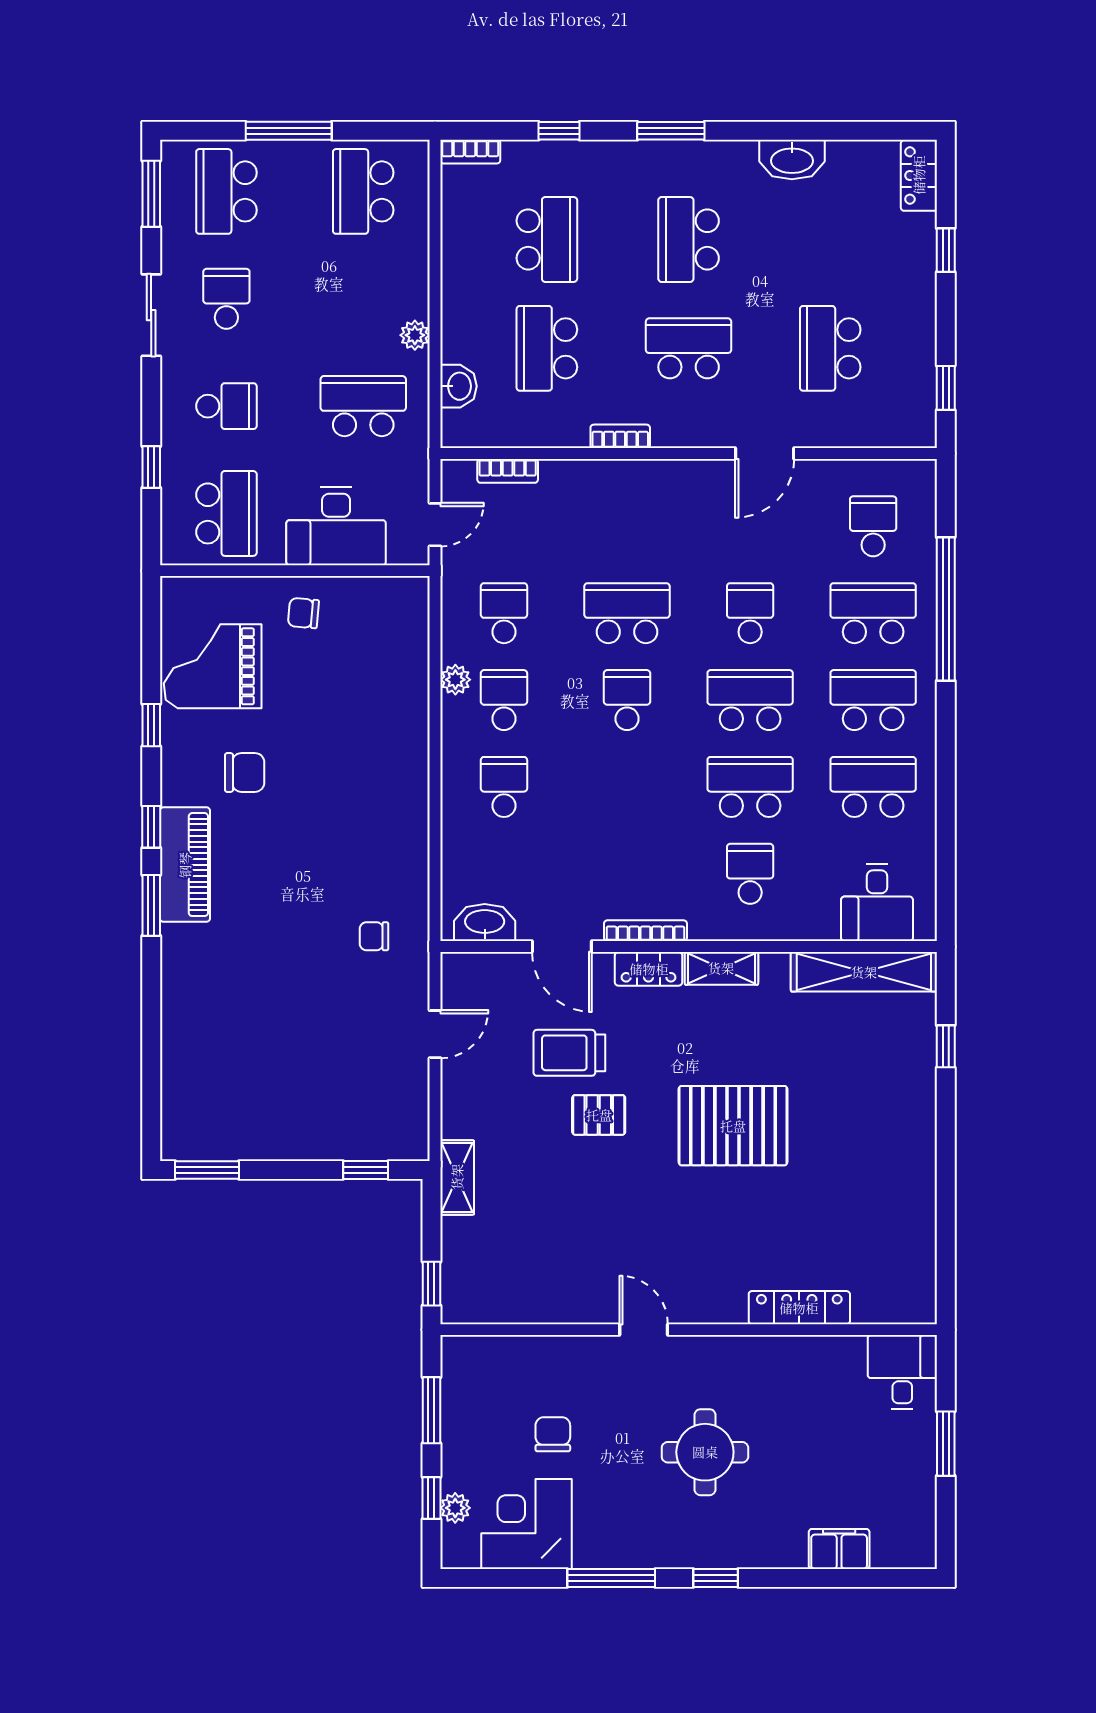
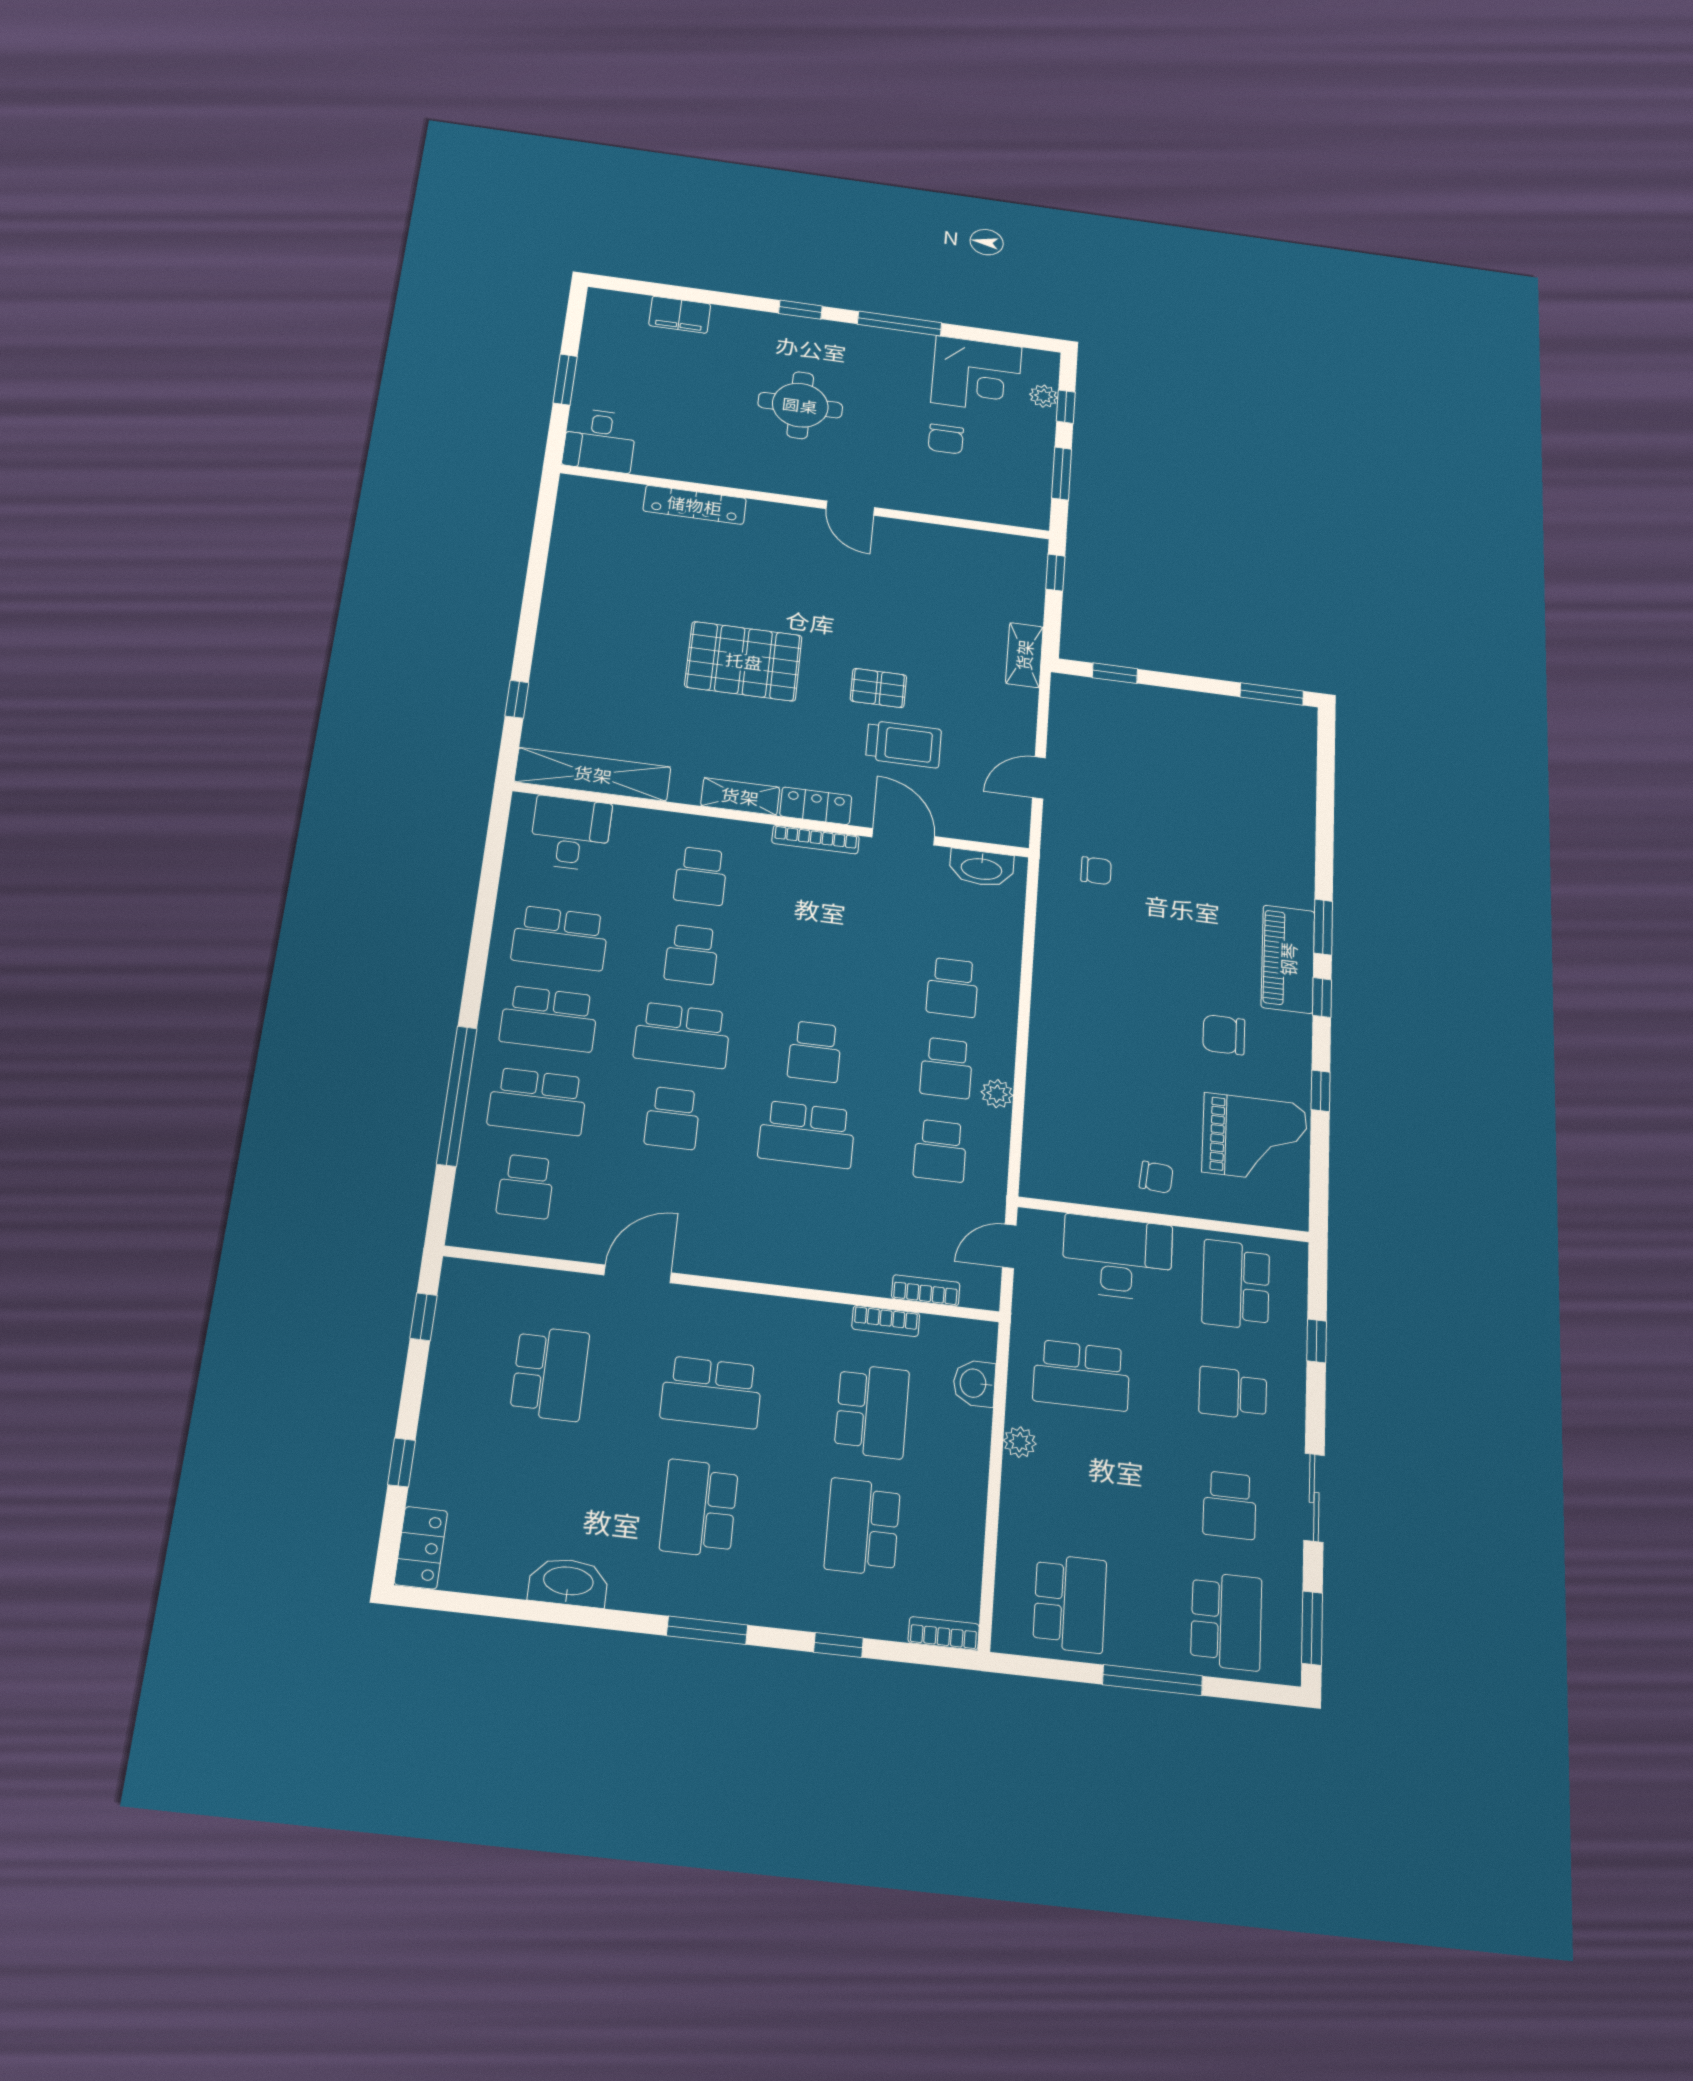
school desk: (689, 239) -> (699, 1508), turned 180
bookcase: (620, 436) -> (886, 1321), moved
school desk: (750, 787) -> (692, 955), width x0.54

